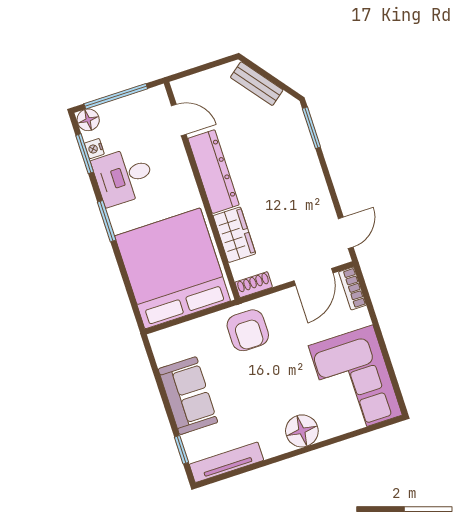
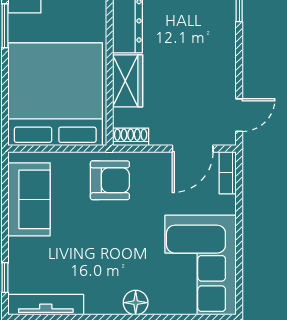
armchair: (248, 330) -> (110, 180), turned -90
sofa: (188, 396) -> (29, 199), moved
floor lamp: (302, 431) -> (136, 303), width x0.73, depth x0.73

